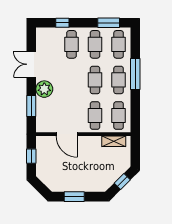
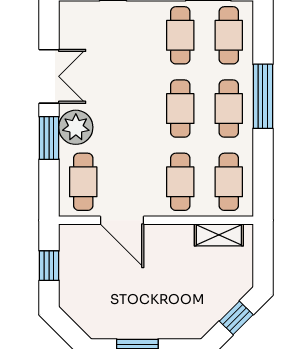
cafe table: (71, 44) -> (83, 182), moved
double door: (31, 64) -> (49, 76), swing flipped
window: (31, 106) -> (49, 138), moved

